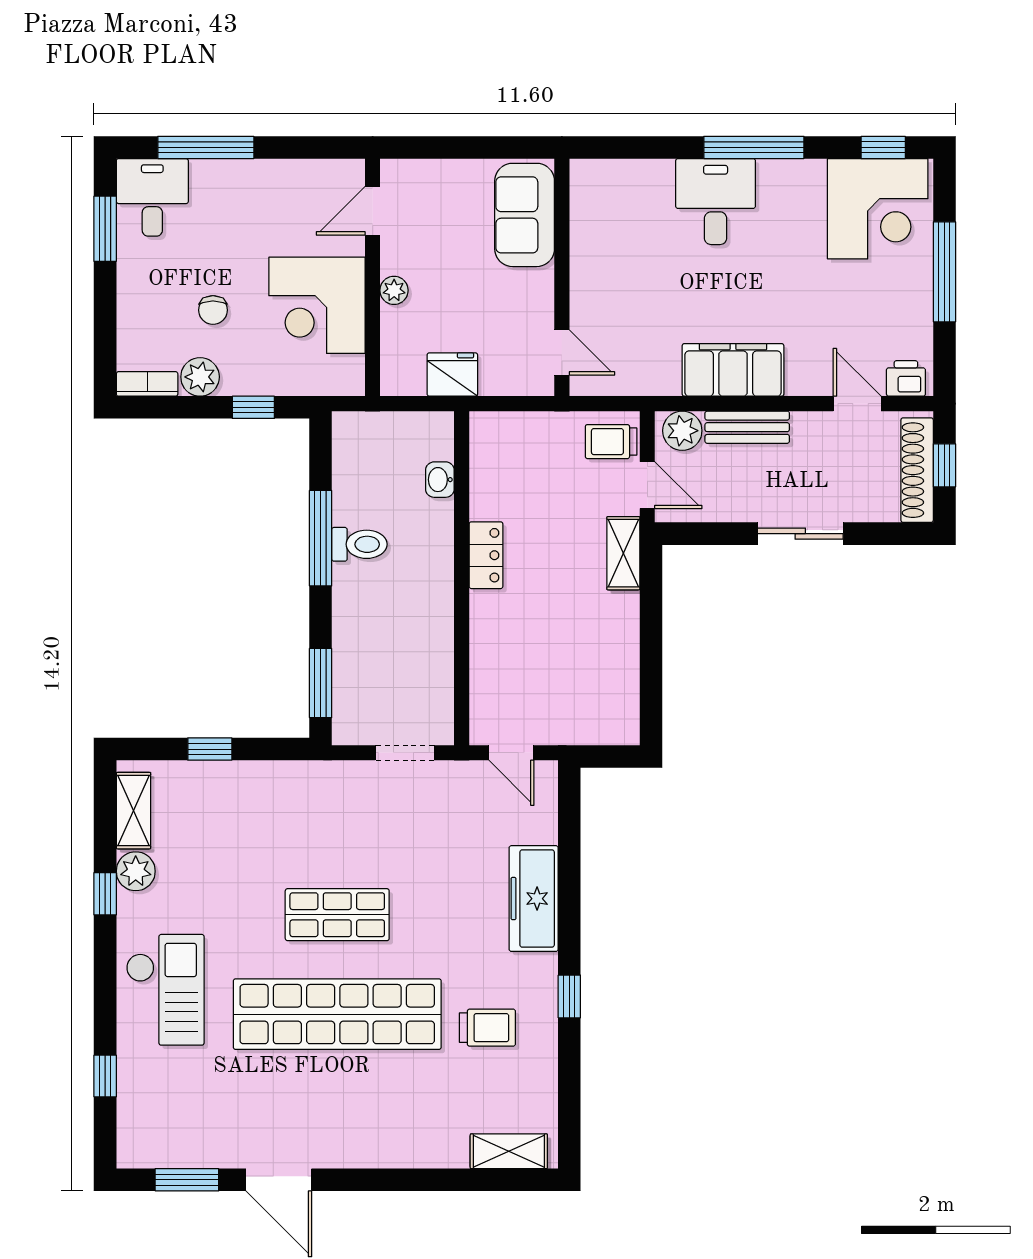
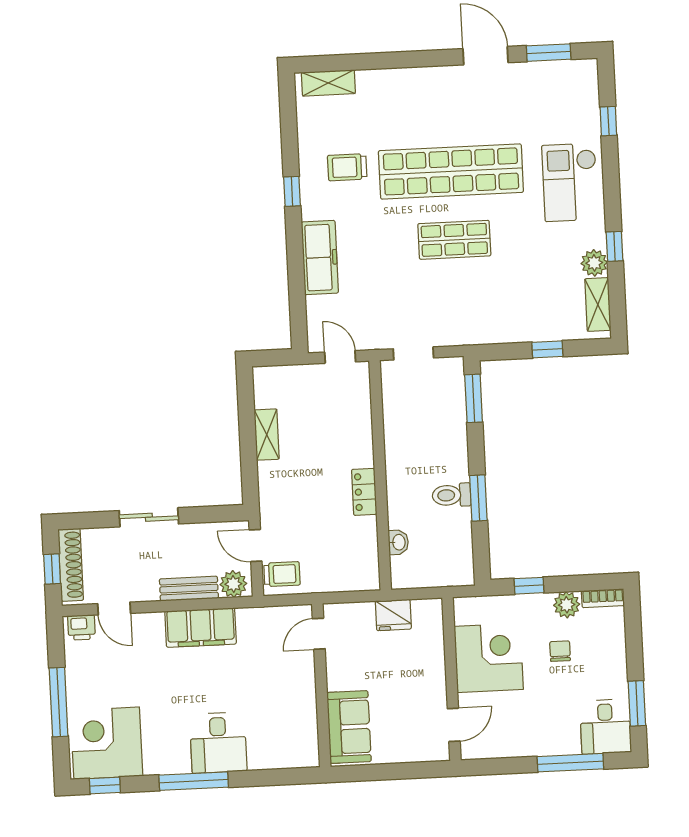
plant: (394, 290) -> (436, 671), removed
door: (562, 352) -> (319, 634), hinge flipped
window: (321, 538) -> (478, 498), width x0.69
shelving: (623, 553) -> (267, 435), moved

